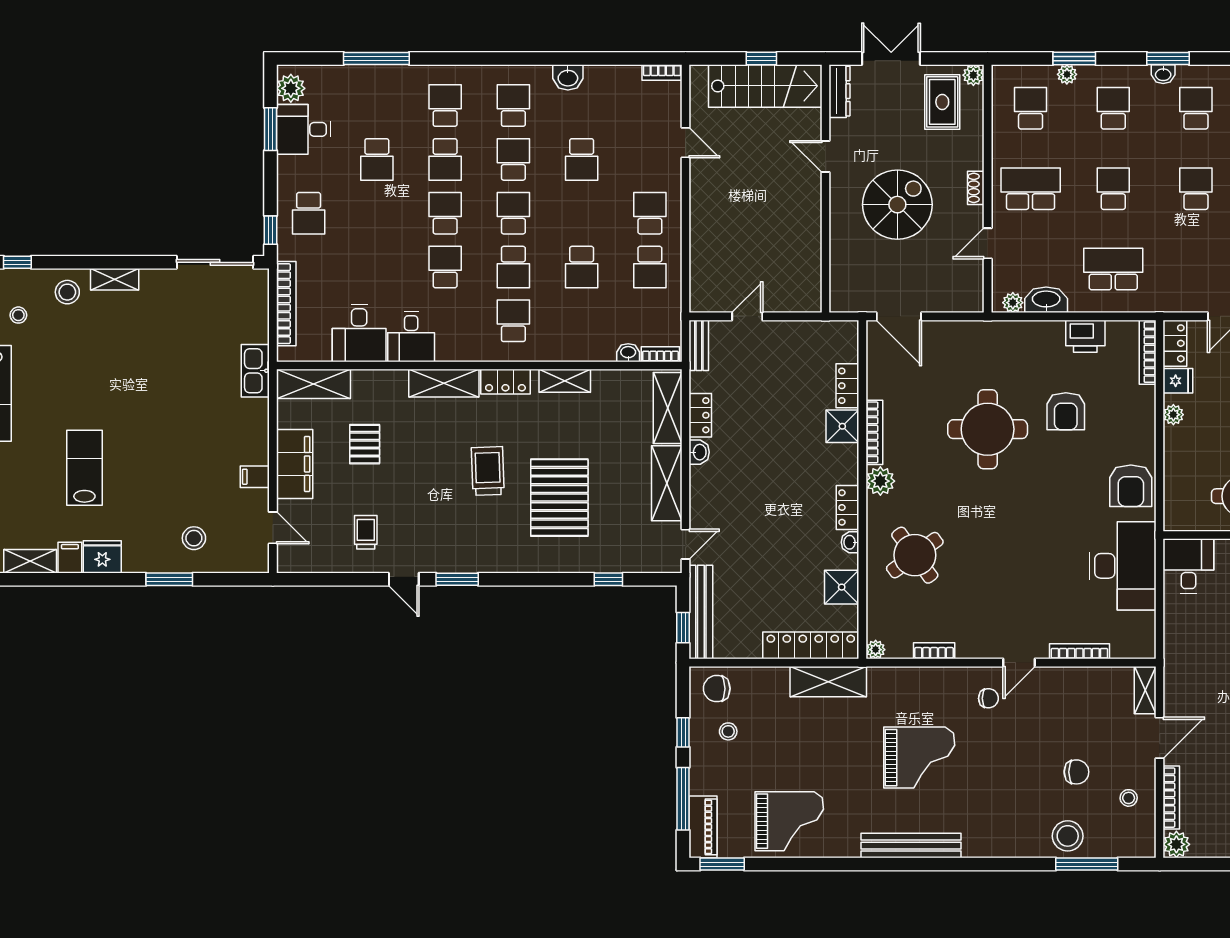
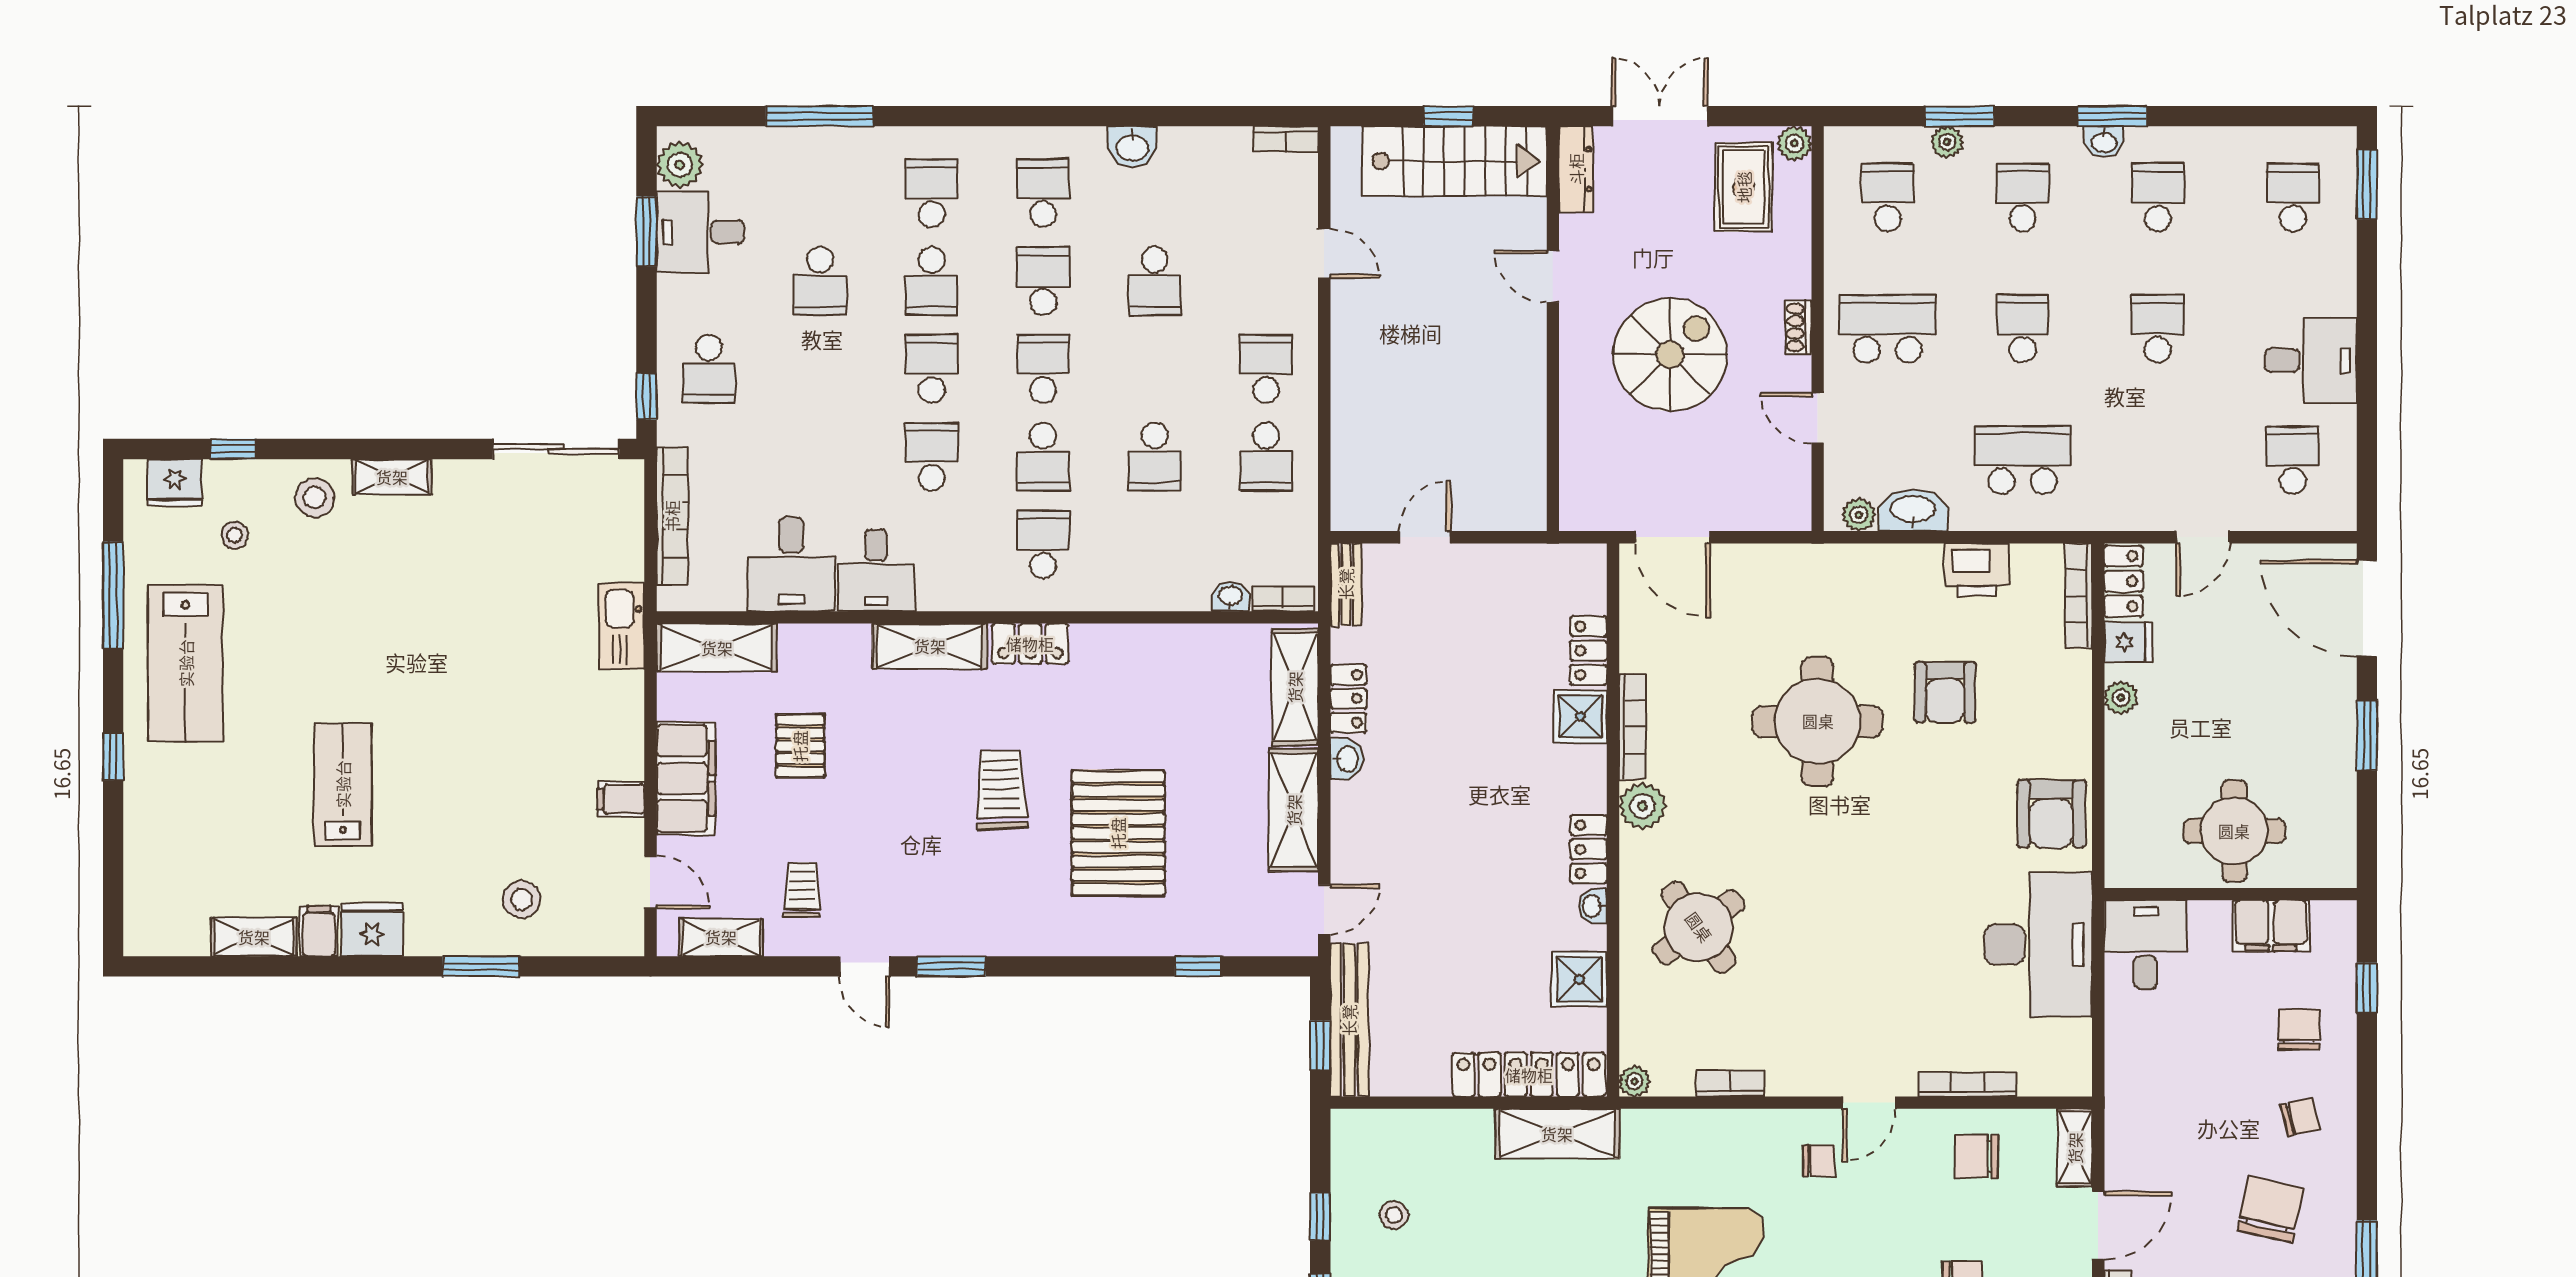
door: (988, 243) -> (1818, 418), hinge flipped
shelving: (565, 381) -> (721, 937), moved
chair: (717, 689) -> (1977, 1156), moved

